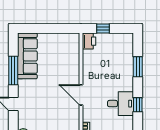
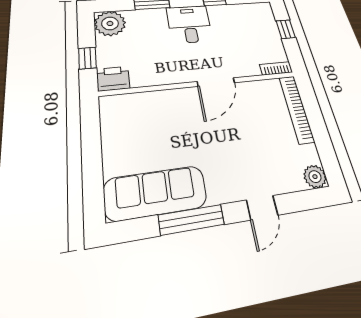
plant: (125, 42) -> (110, 23), added
desk: (121, 104) -> (189, 24), moved

